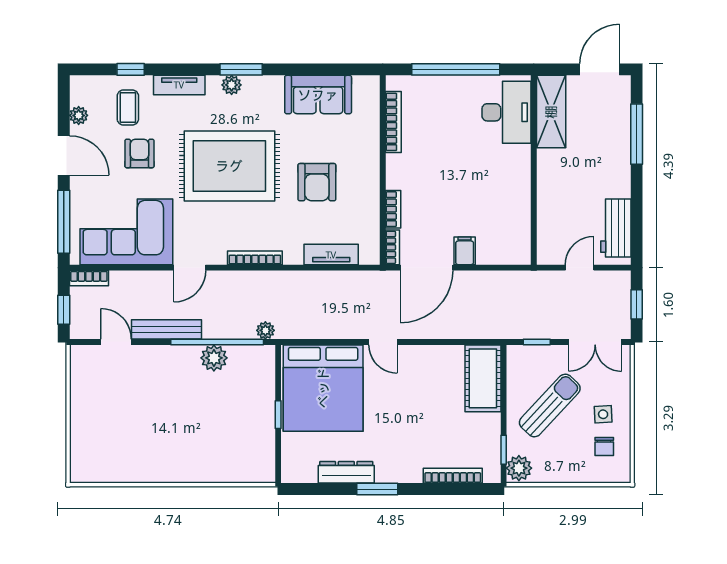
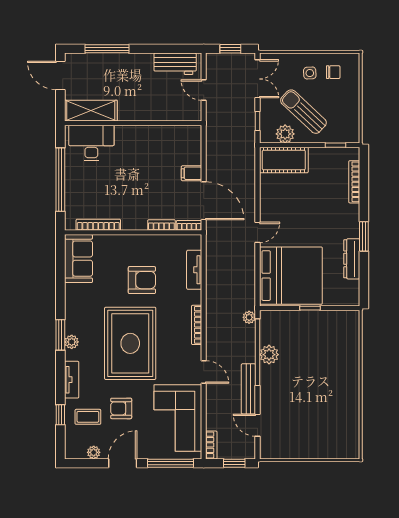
sofa: (318, 95) -> (78, 259), moved
door: (116, 342) -> (257, 425), hinge flipped
plant: (519, 468) -> (285, 134), moved

